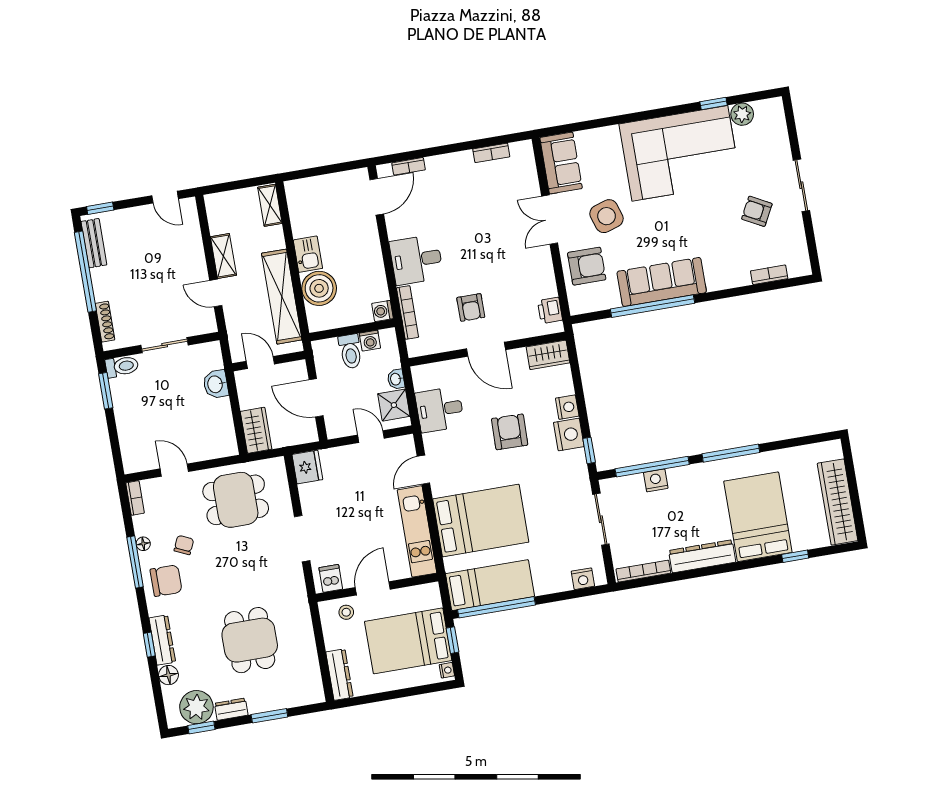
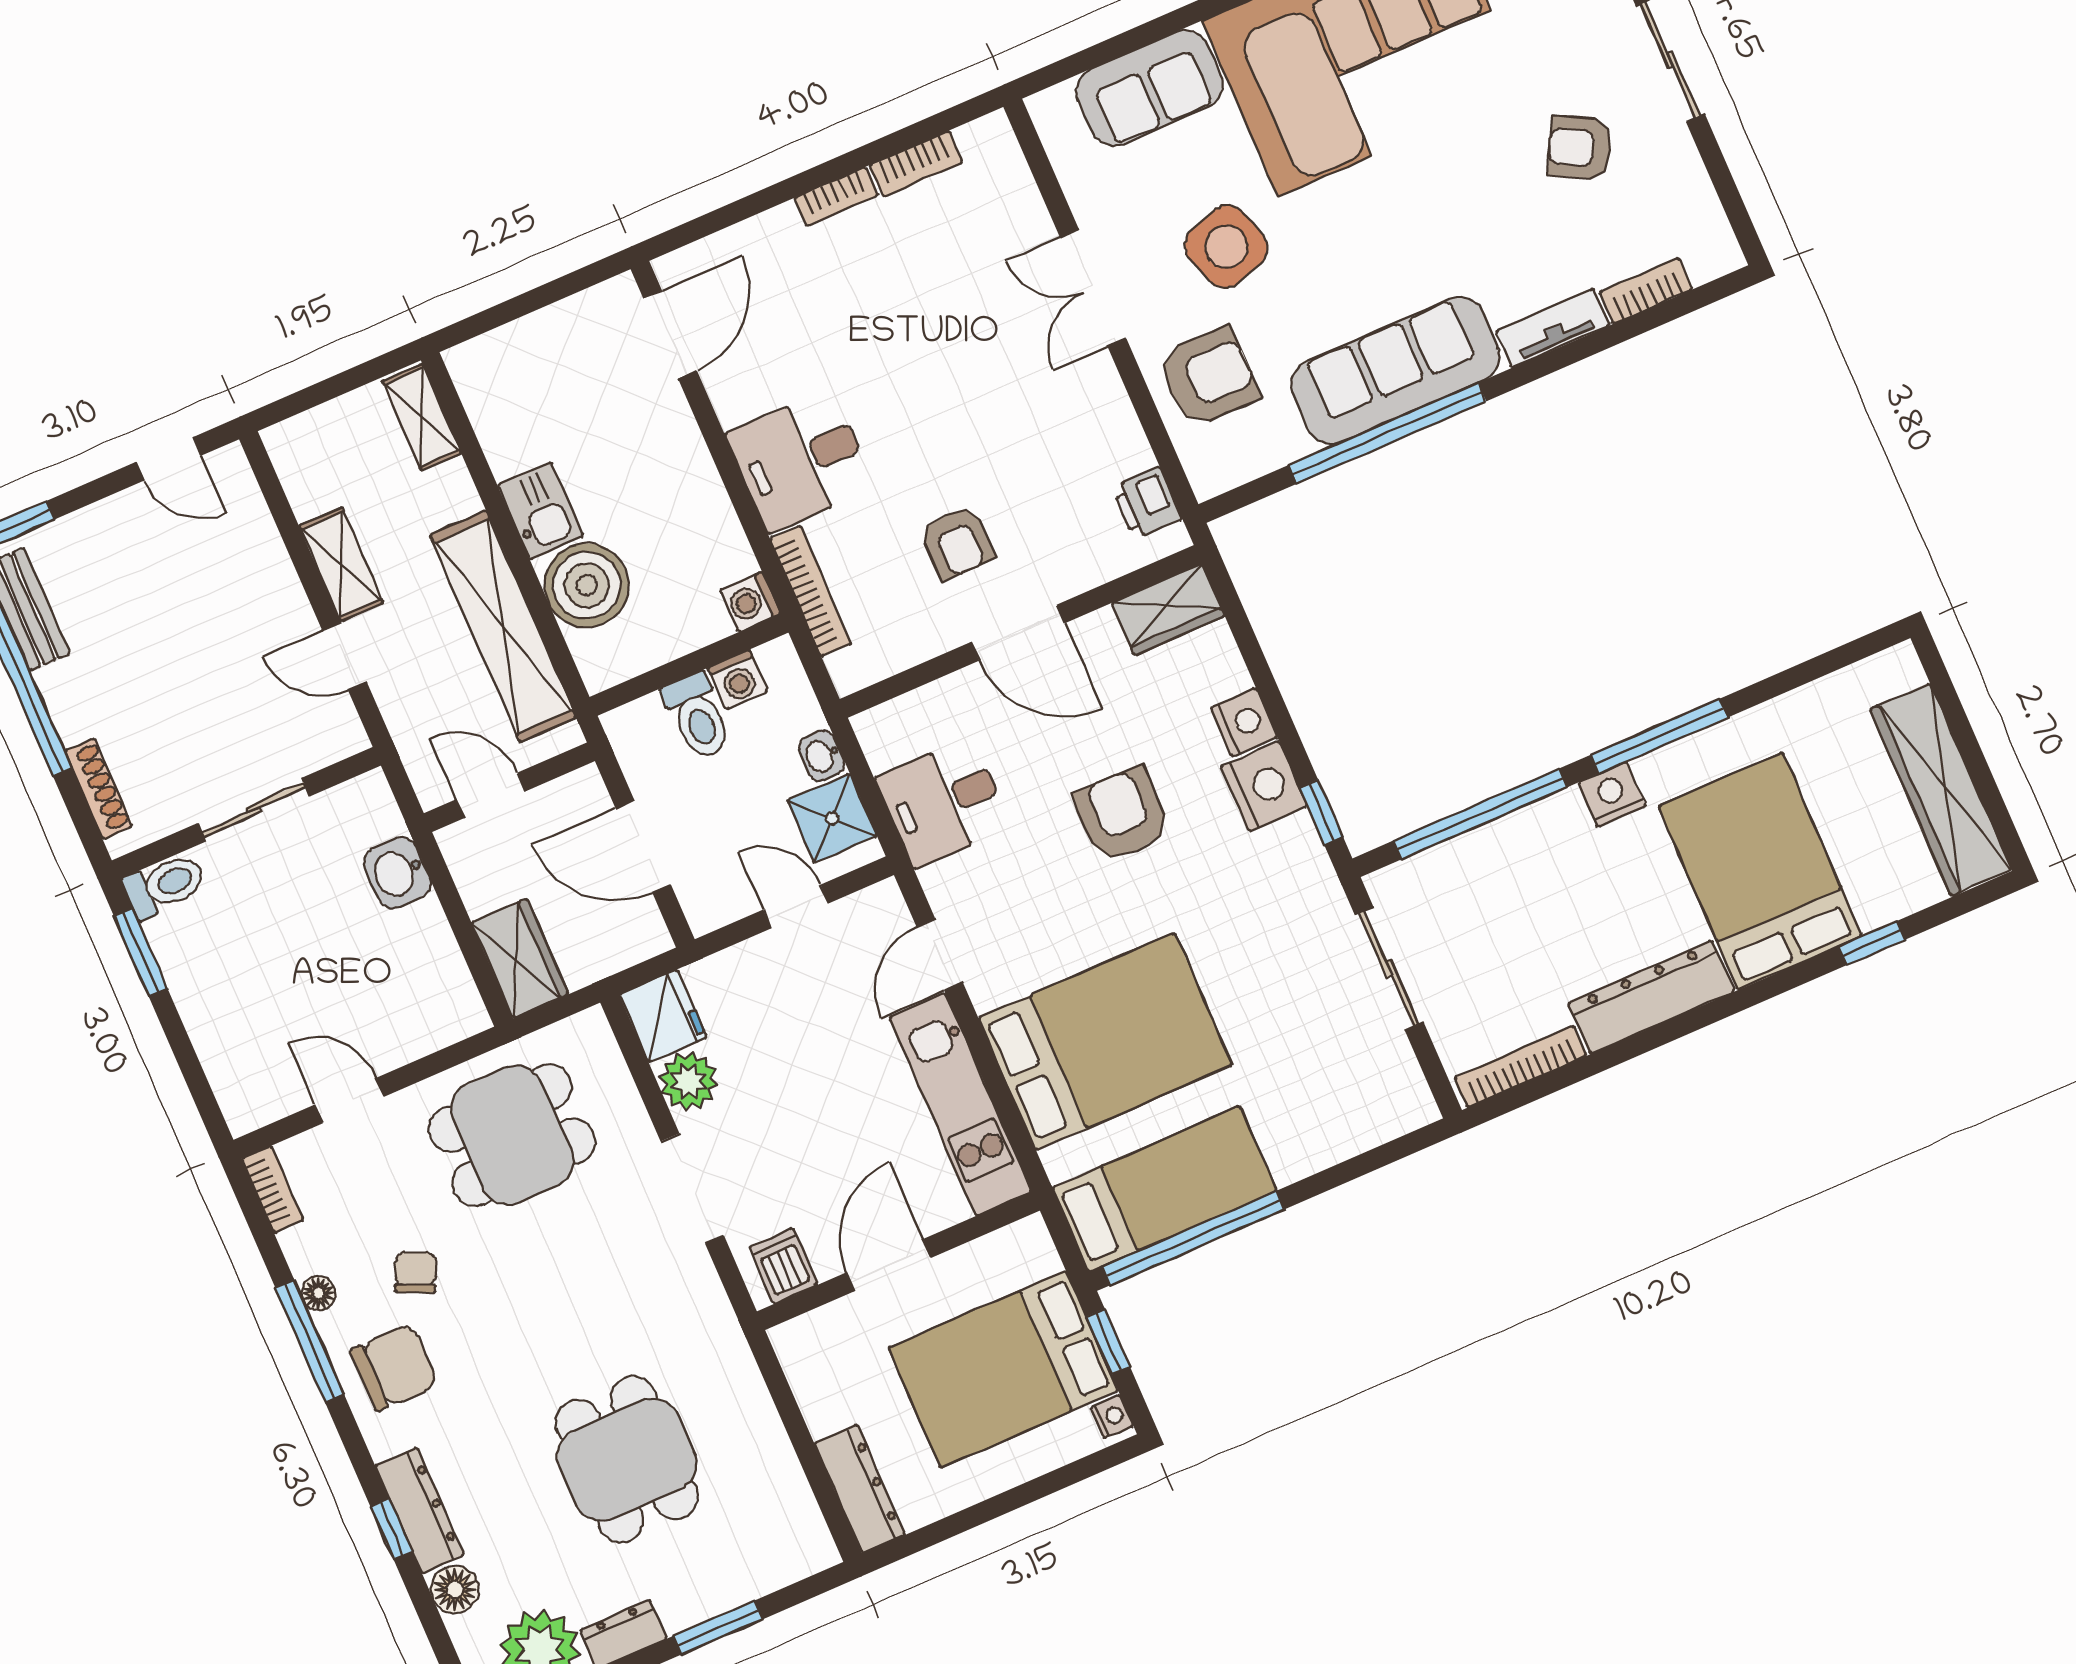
sofa: (561, 163) -> (1149, 88), moved, turned 90
bookcase: (409, 166) -> (836, 197), moved
tv unit: (728, 280) -> (1552, 328), added
nightstand: (656, 480) -> (1612, 794), moved
plant: (311, 496) -> (689, 1081), added
nightstand: (583, 579) -> (1381, 1120), removed
stool: (346, 612) -> (840, 1337), removed

